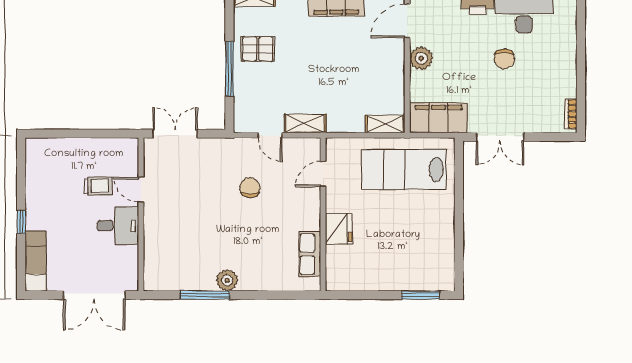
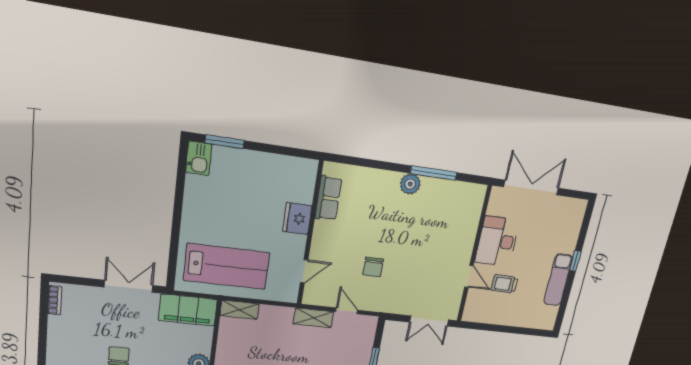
desk: (118, 226) -> (497, 241), width x1.37
exam couch: (36, 261) -> (558, 280), moved
kitchen sink: (444, 276) -> (199, 158), added

